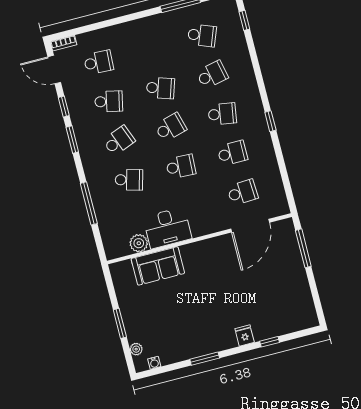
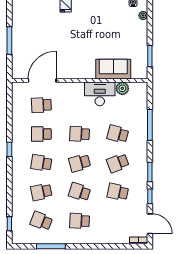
school desk: (99, 62) -> (80, 221), moved
window: (303, 248) -> (9, 40), moved
window: (120, 323) -> (150, 56), moved

